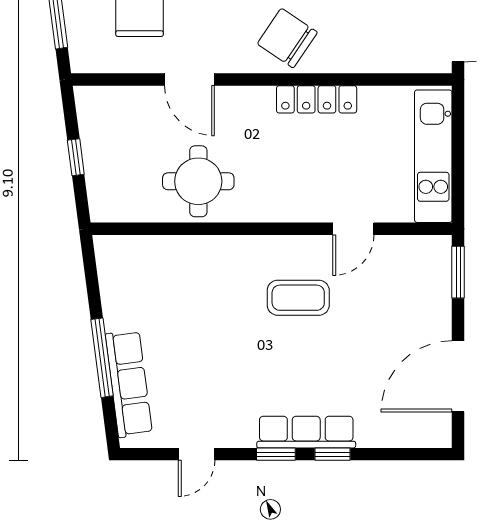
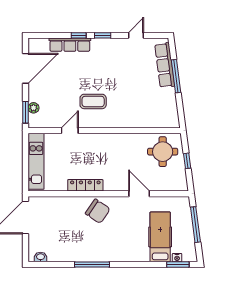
round table: (198, 181) -> (163, 152), moved
plant: (439, 283) -> (34, 108), added
row of seats: (306, 432) -> (70, 45), moved

